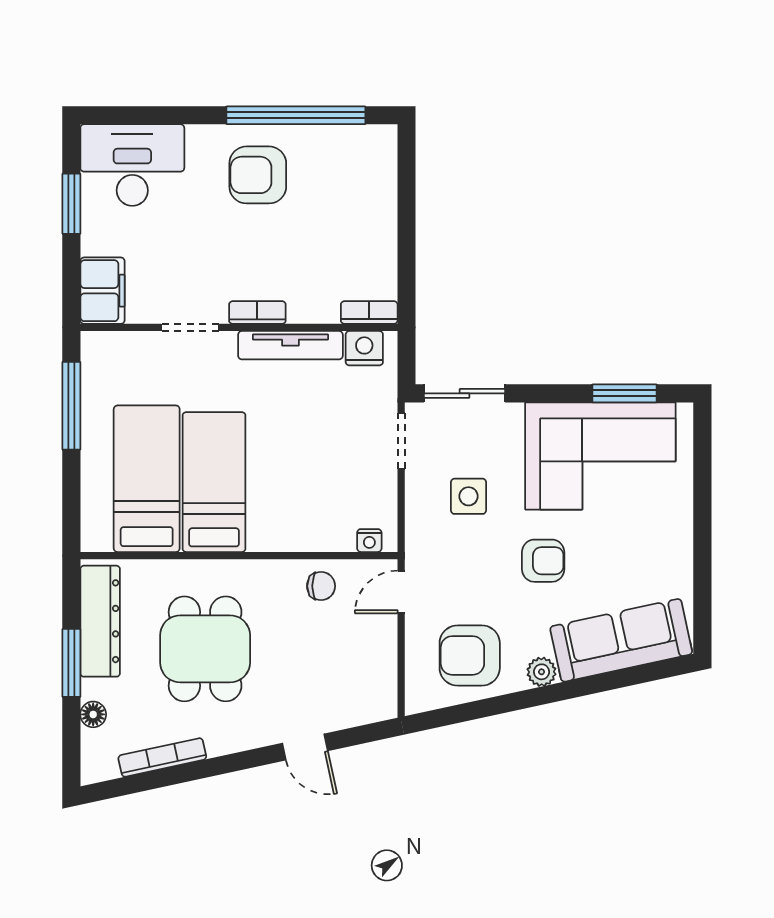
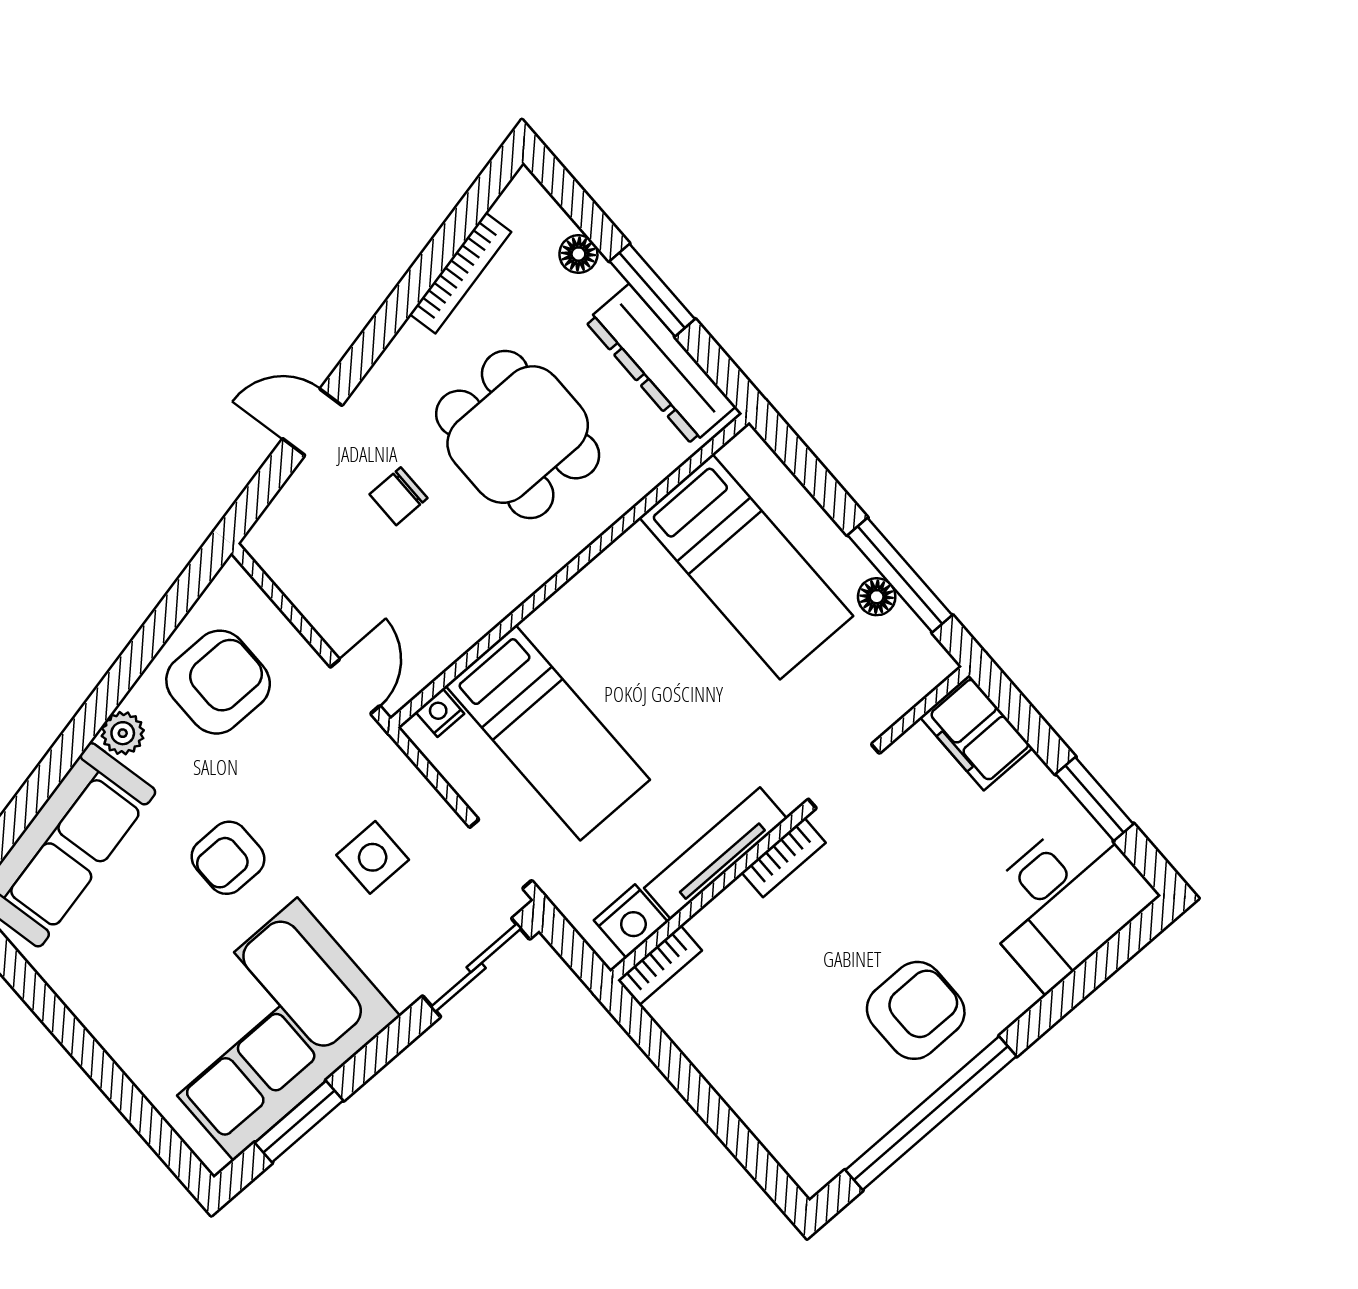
floor lamp: (93, 405) -> (877, 597), added
bed: (214, 482) -> (548, 733), moved
chair: (321, 586) -> (398, 496), moved

